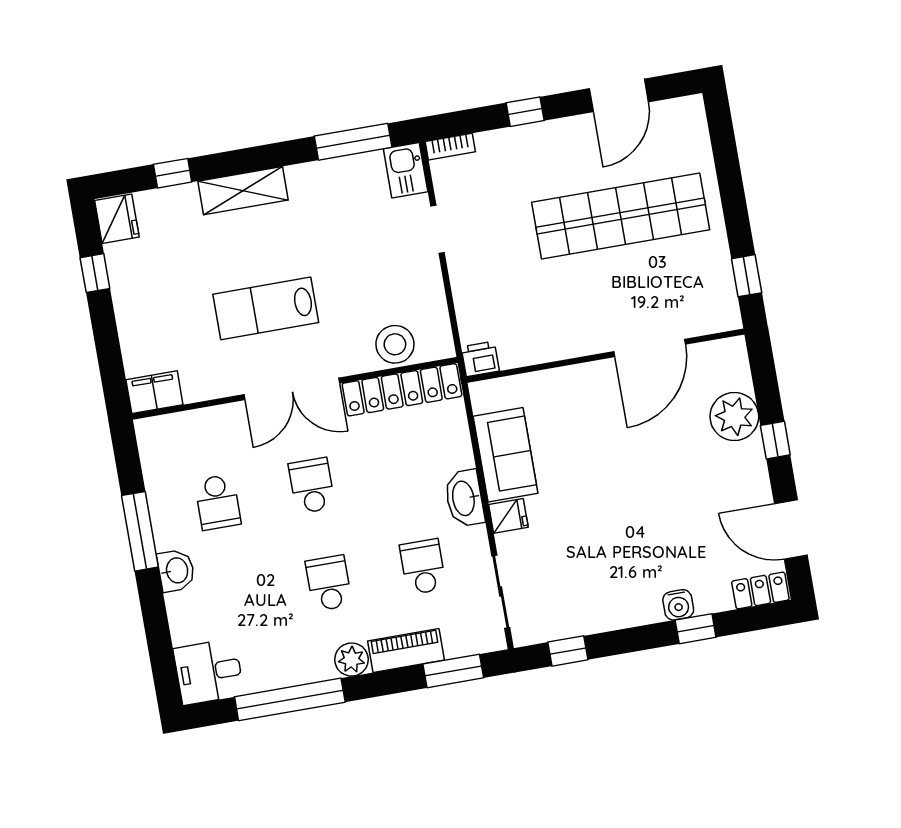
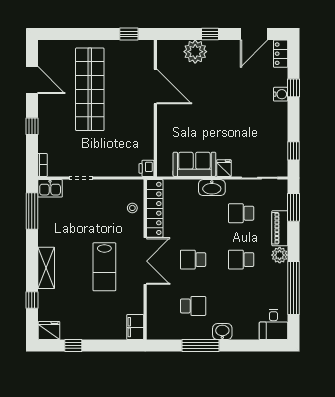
stool: (395, 344) -> (132, 208), width x0.53, depth x0.53

